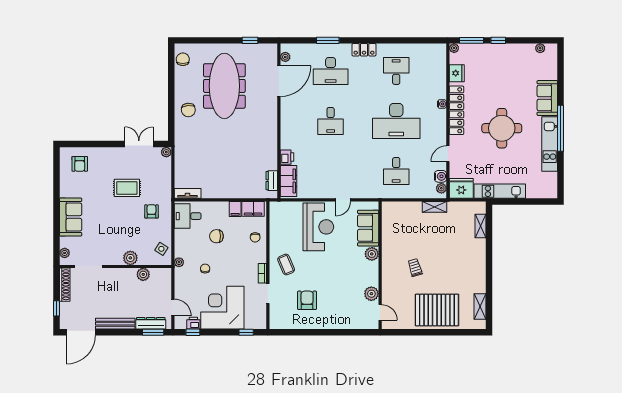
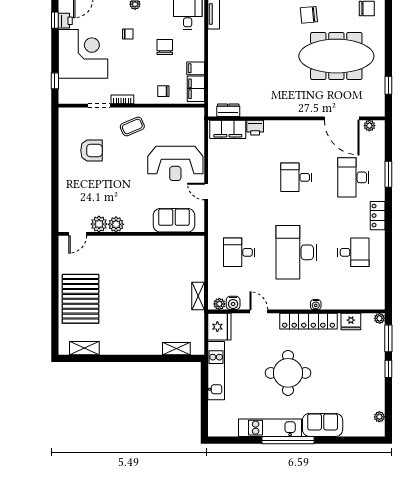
plant: (372, 254) -> (116, 224), moved
trolley: (415, 268) -> (129, 274), removed

